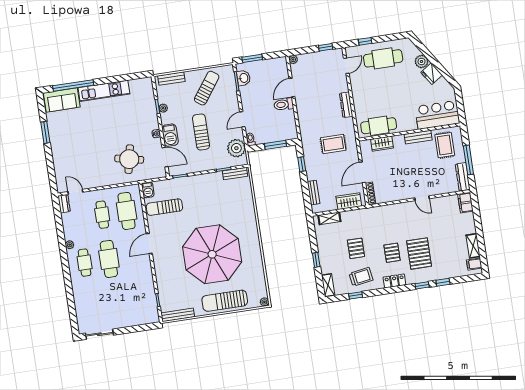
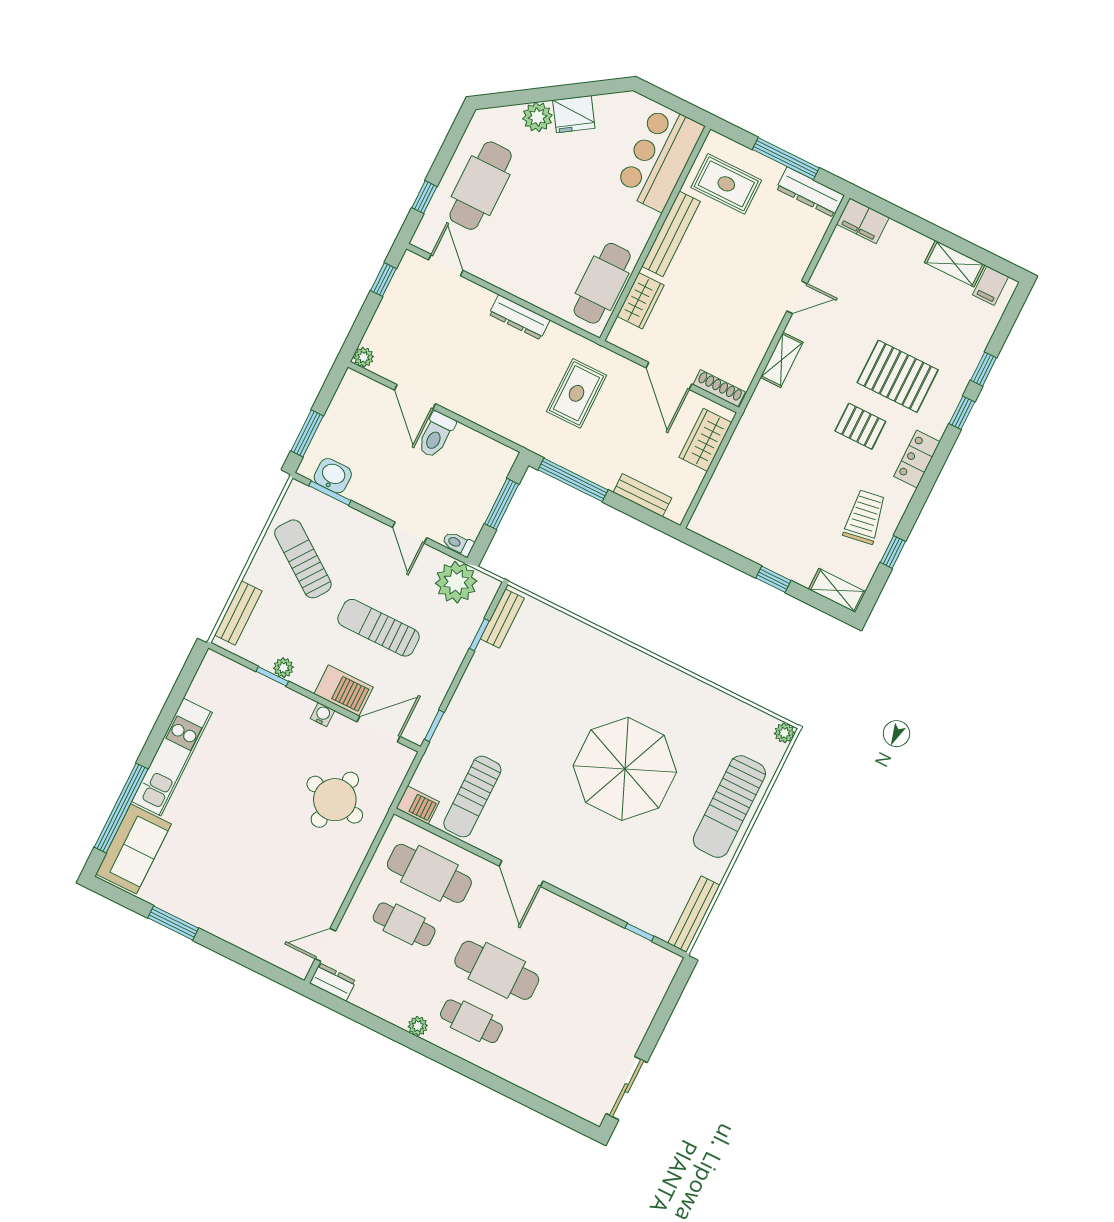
bench: (418, 137) -> (671, 234), width x1.36
window: (302, 164) -> (573, 480), width x2.17
shelving: (329, 218) -> (782, 360), moved
pallet: (356, 248) -> (804, 489), removed
parasol: (212, 254) -> (625, 769), width x0.73, depth x0.73

